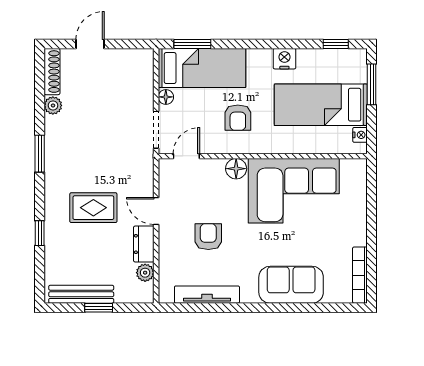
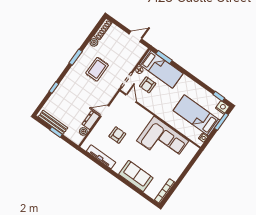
door: (90, 44) -> (135, 37), moved
nightstand: (284, 59) -> (222, 107), moved
armchair: (238, 118) -> (148, 85), moved
door: (186, 156) -> (131, 98), hinge flipped
floor lamp: (236, 169) -> (147, 117), removed
rug: (93, 208) -> (97, 69), moved, turned 90
door: (156, 211) -> (104, 111), hinge flipped

